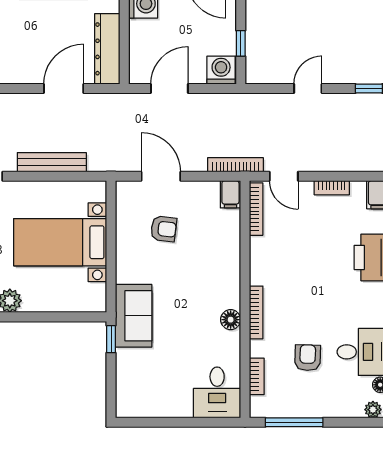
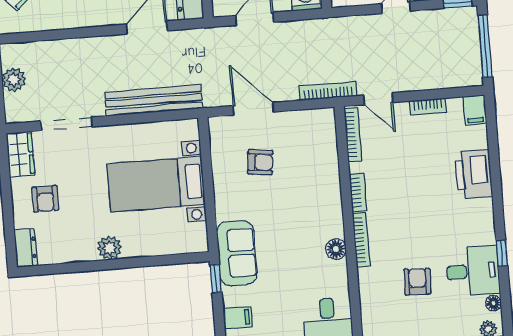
bench: (52, 162) -> (154, 100), width x1.37, depth x1.21
filing cabinet: (230, 194) -> (237, 318), moved, turned -90
bookcase: (257, 376) -> (358, 192), moved

